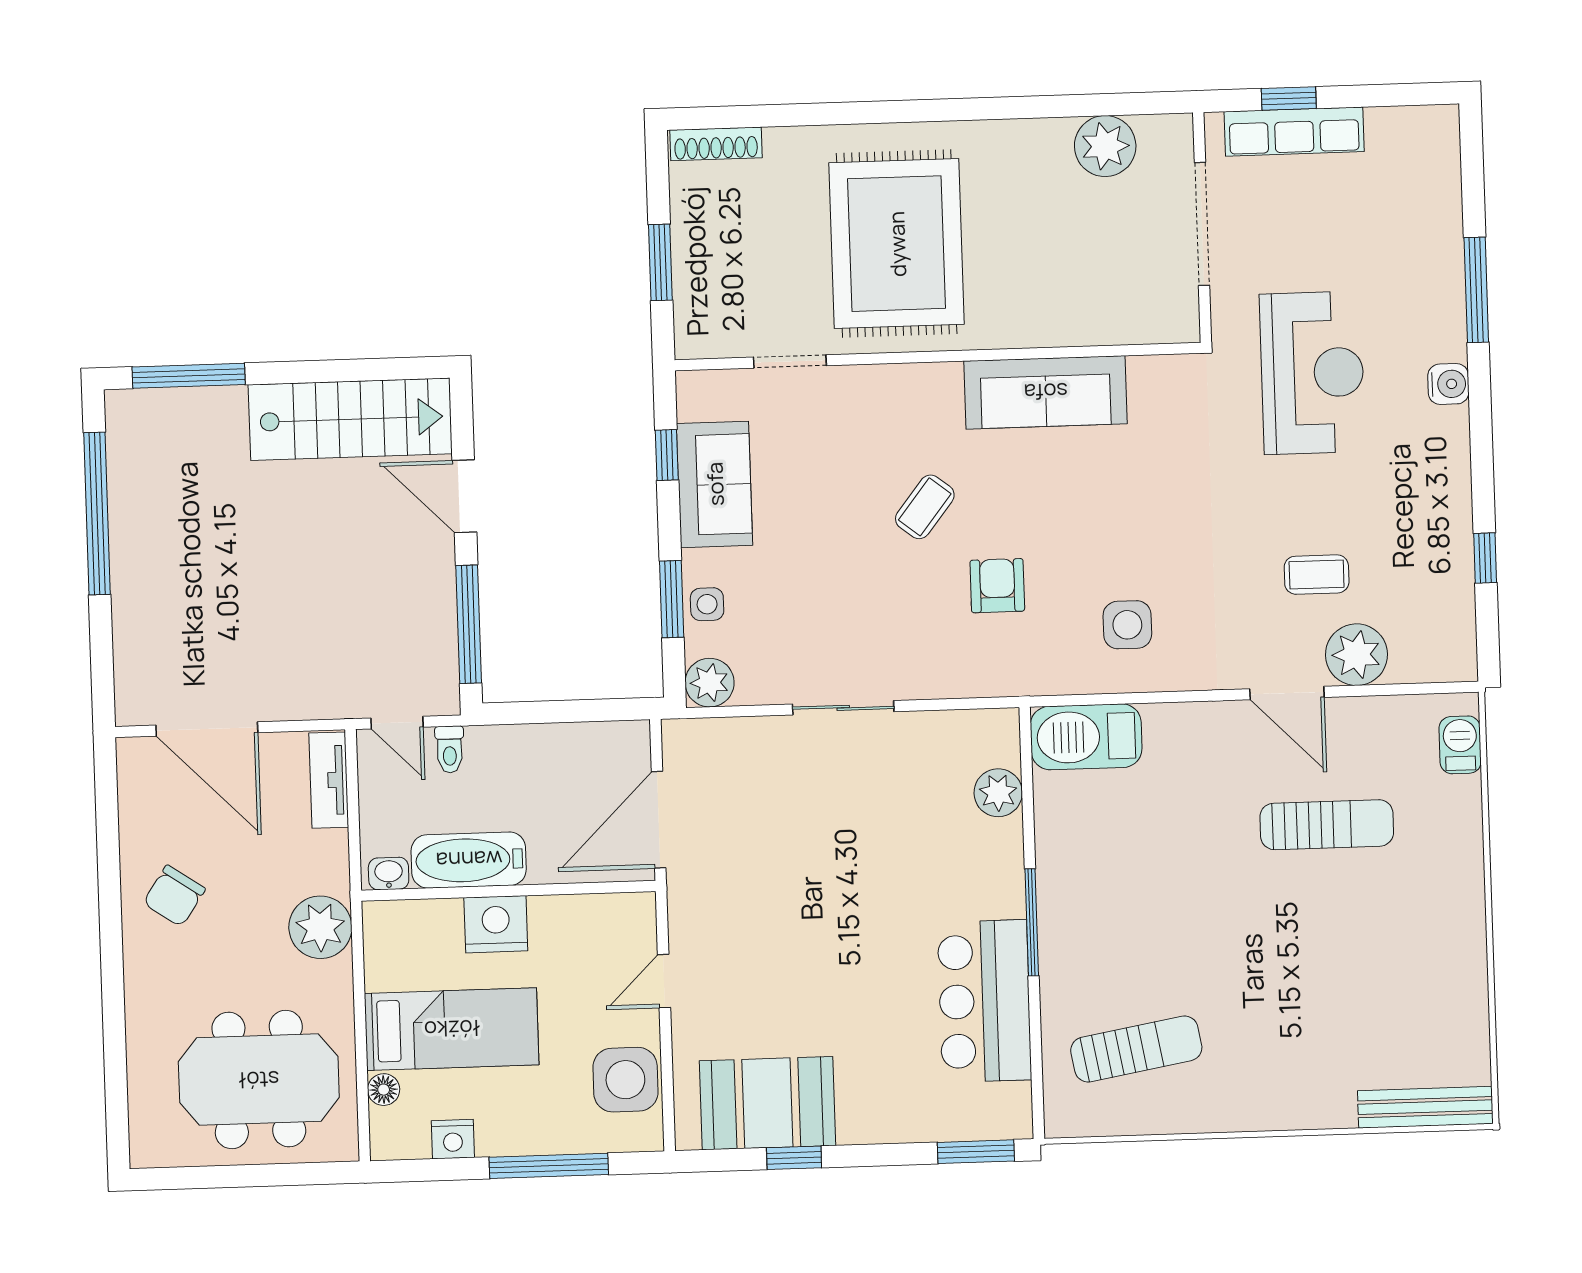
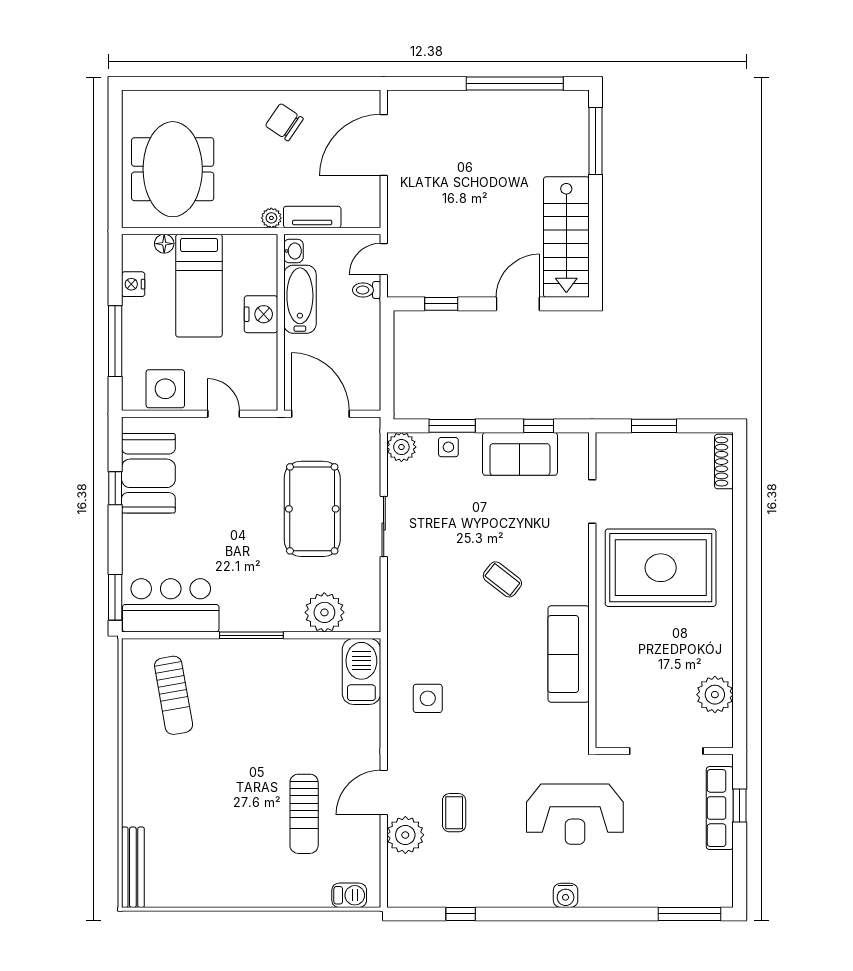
window: (1476, 290) -> (690, 914), moved
armchair: (997, 586) -> (454, 621), removed
window: (469, 624) -> (441, 304), width x0.46
tv unit: (329, 780) -> (312, 217), moved
plant: (998, 793) -> (324, 612), width x1.36, depth x1.36
pool table: (818, 828) -> (312, 509), added
plant: (320, 927) -> (271, 218), width x0.53, depth x0.53
bar counter: (984, 1001) -> (171, 605), moved

